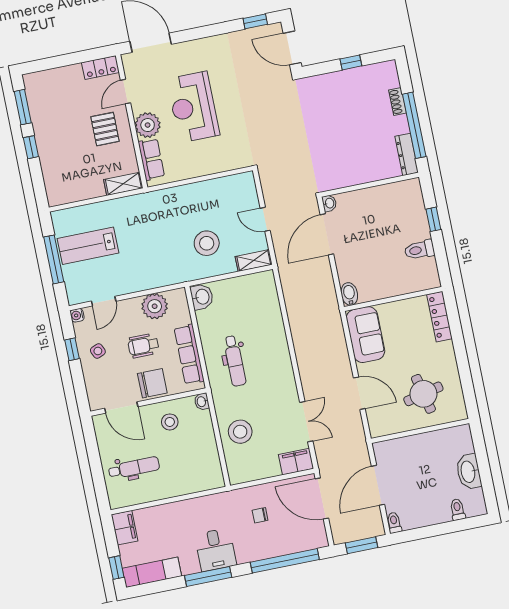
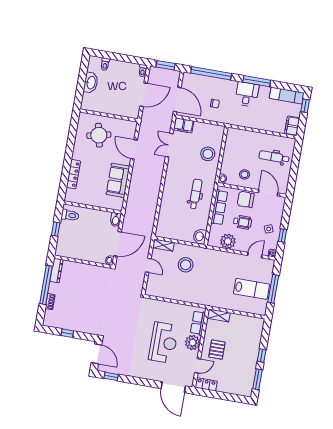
bidet: (349, 294) -> (116, 220), moved
wall: (393, 299) -> (93, 207), moved

